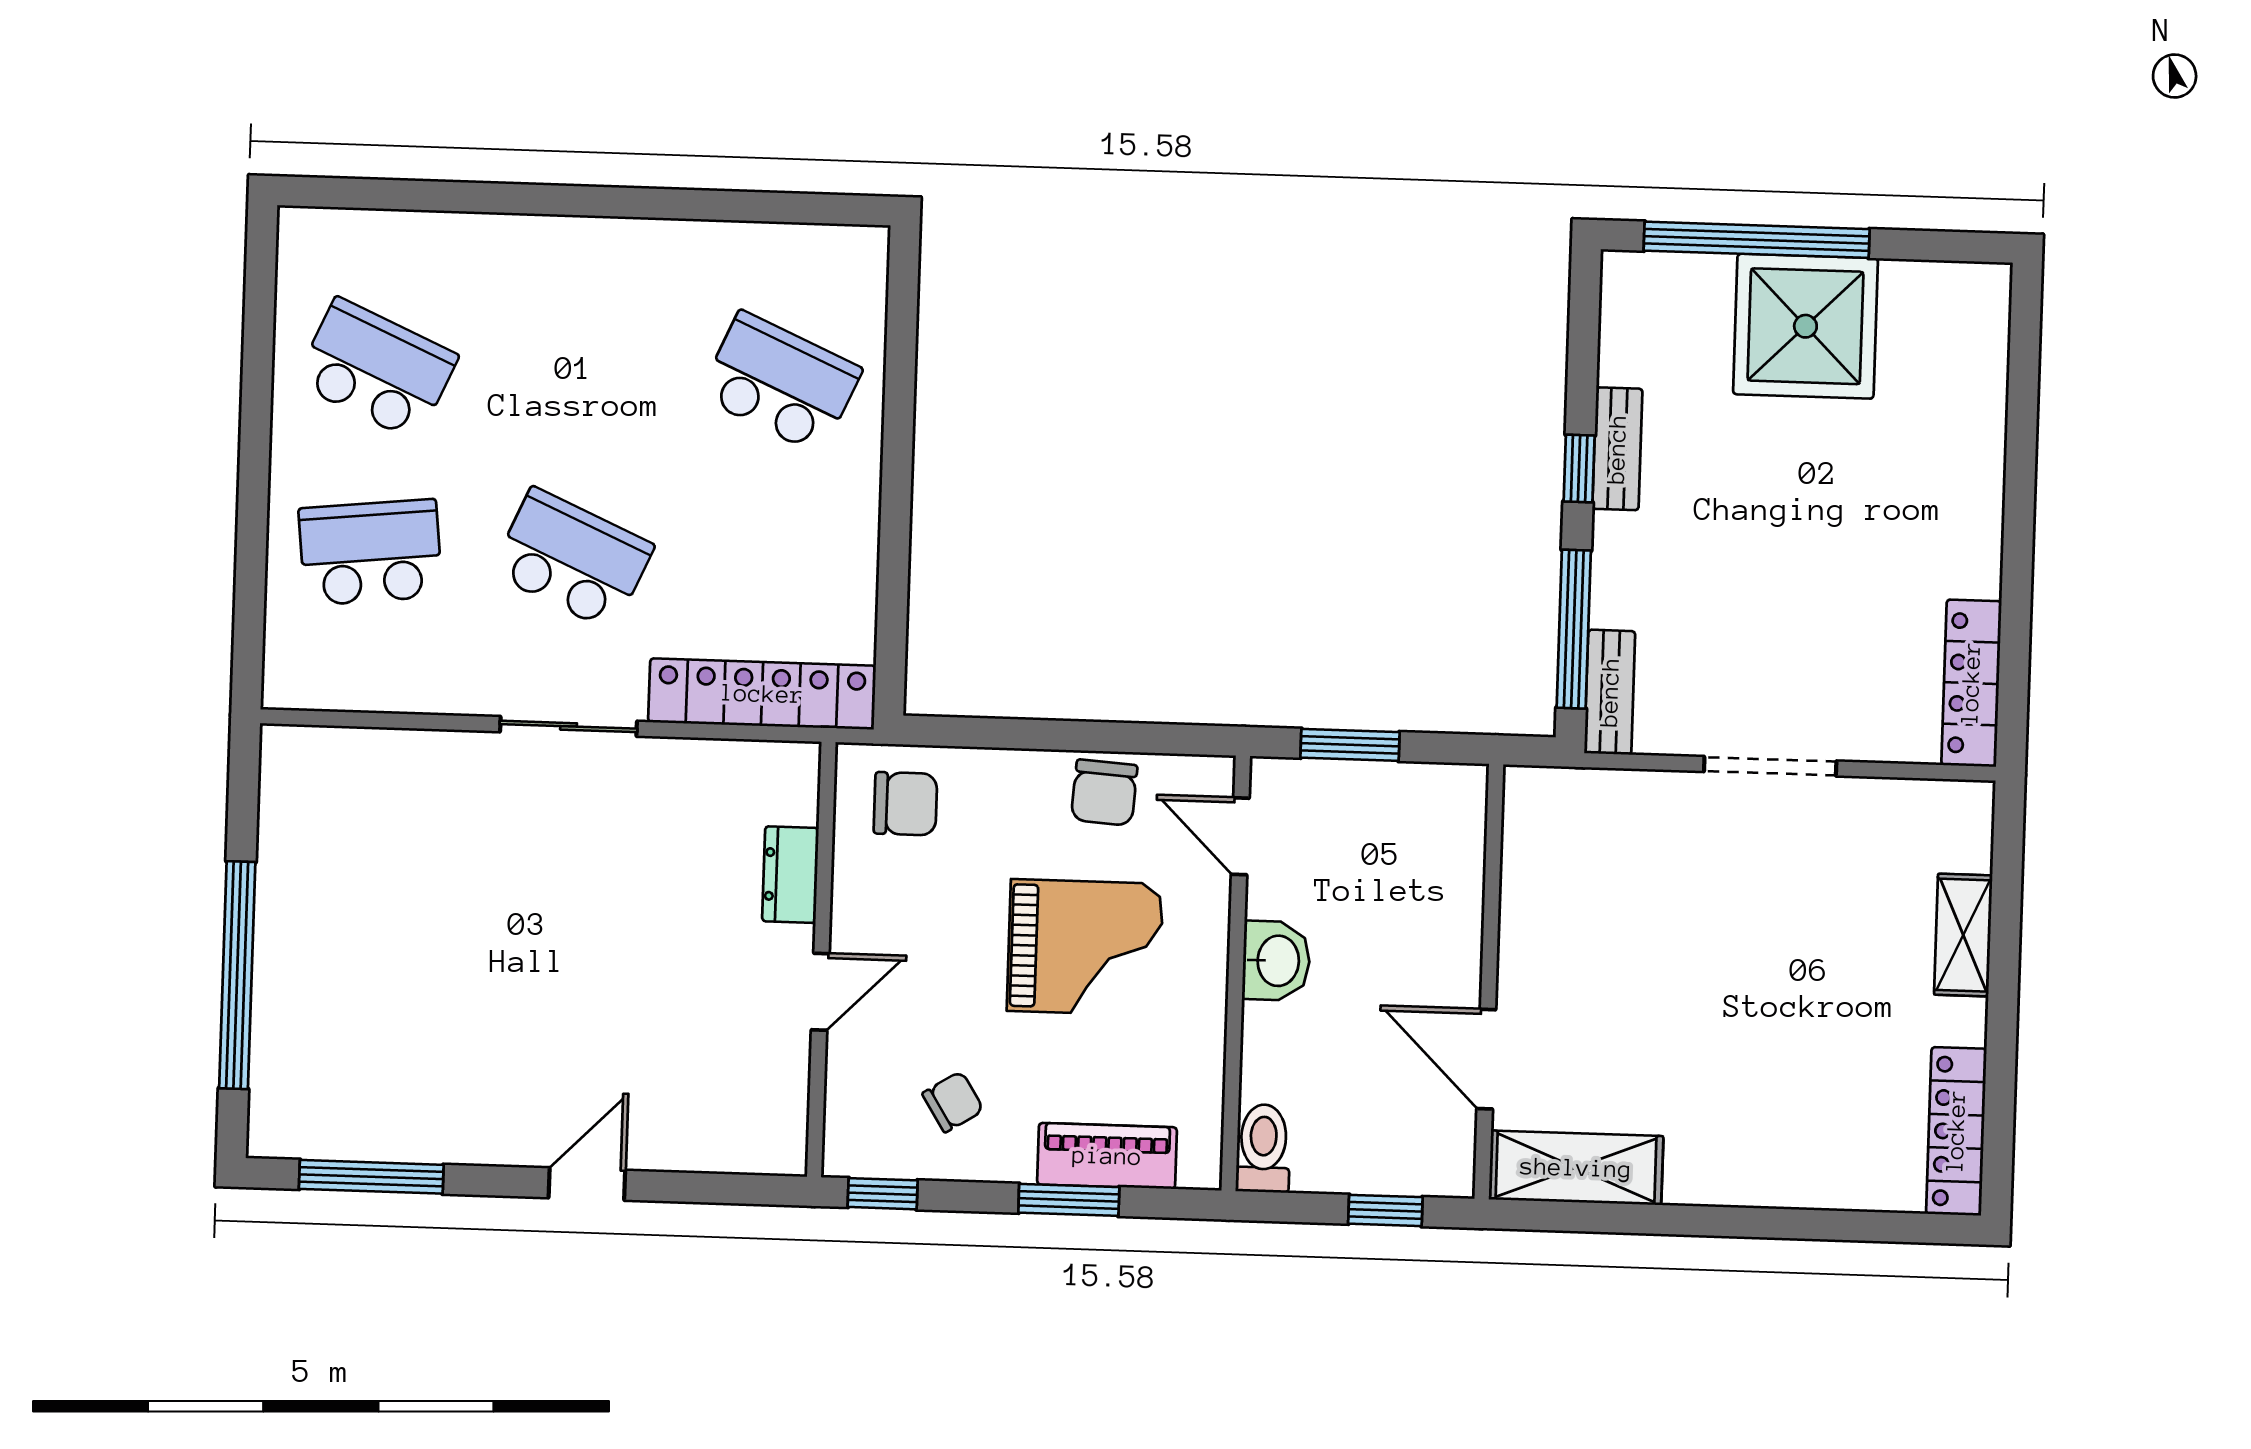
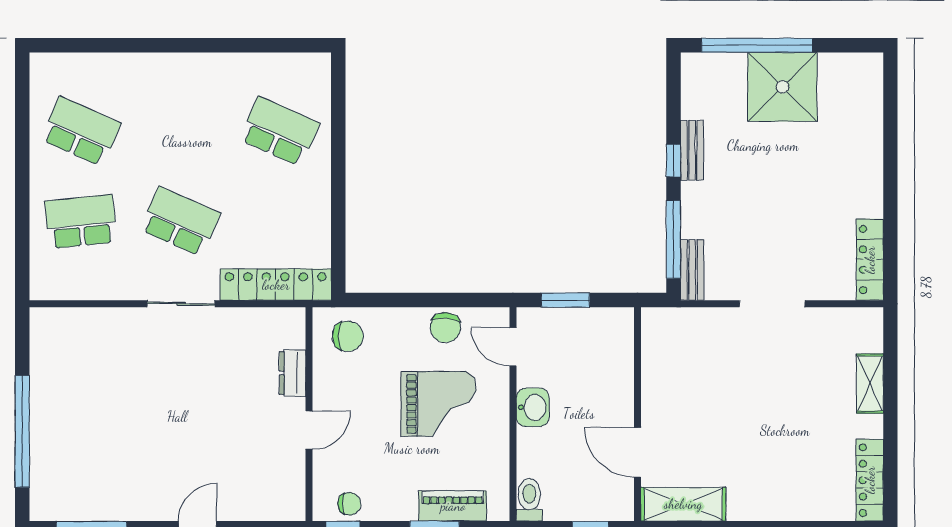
chair: (953, 1102) -> (349, 504), moved, turned 32

